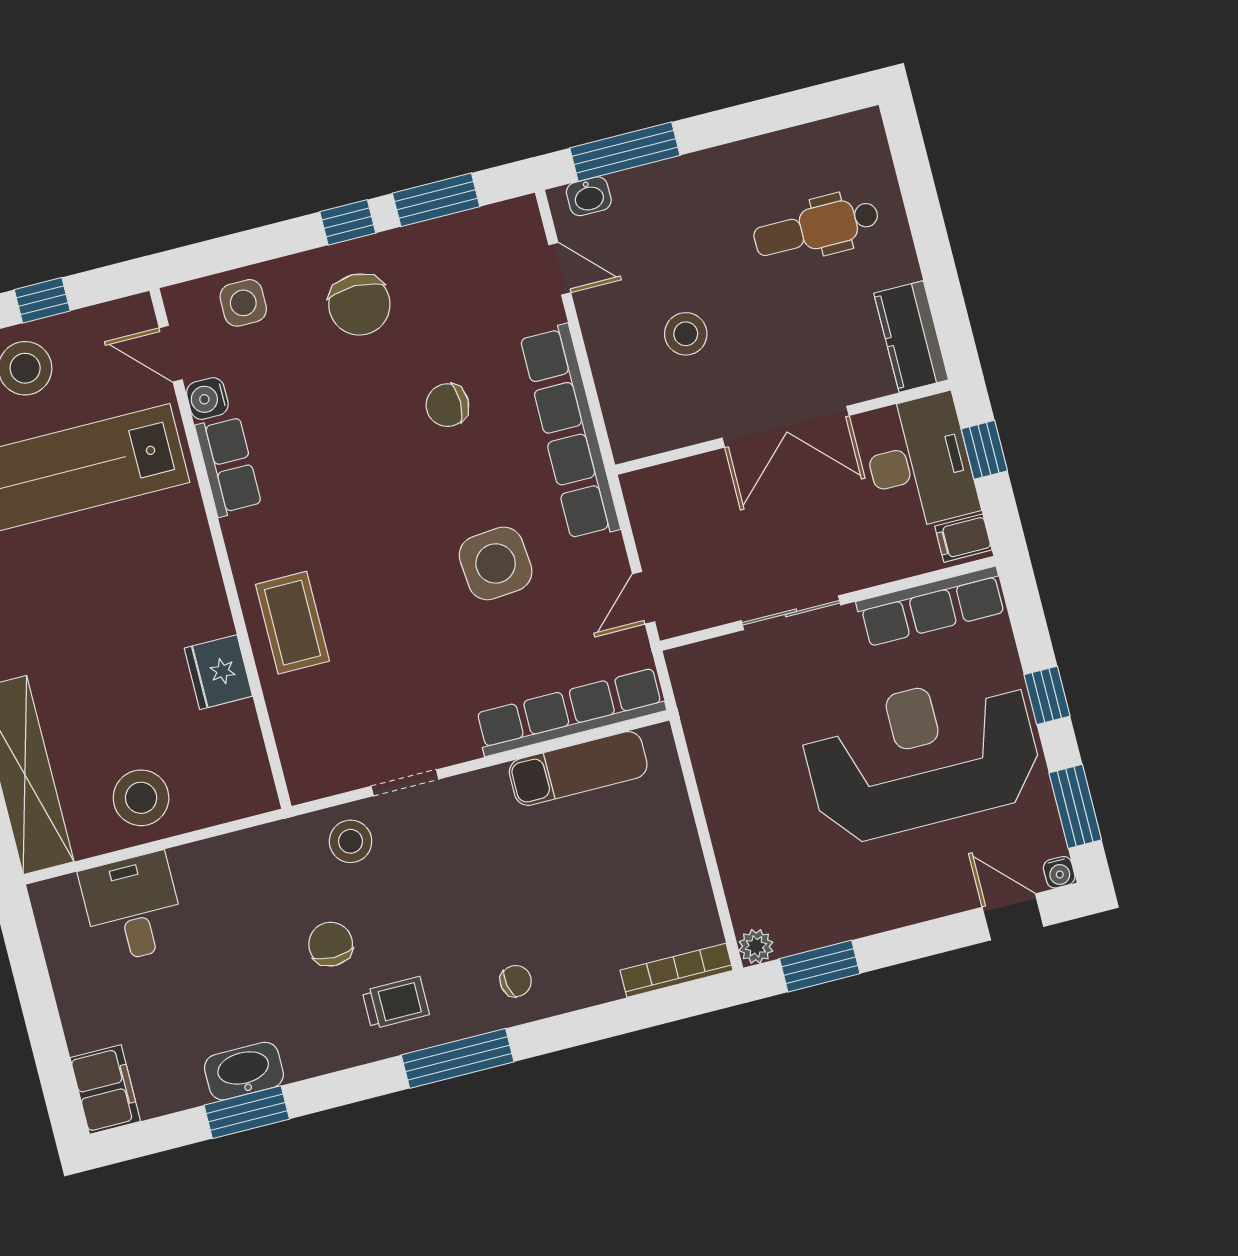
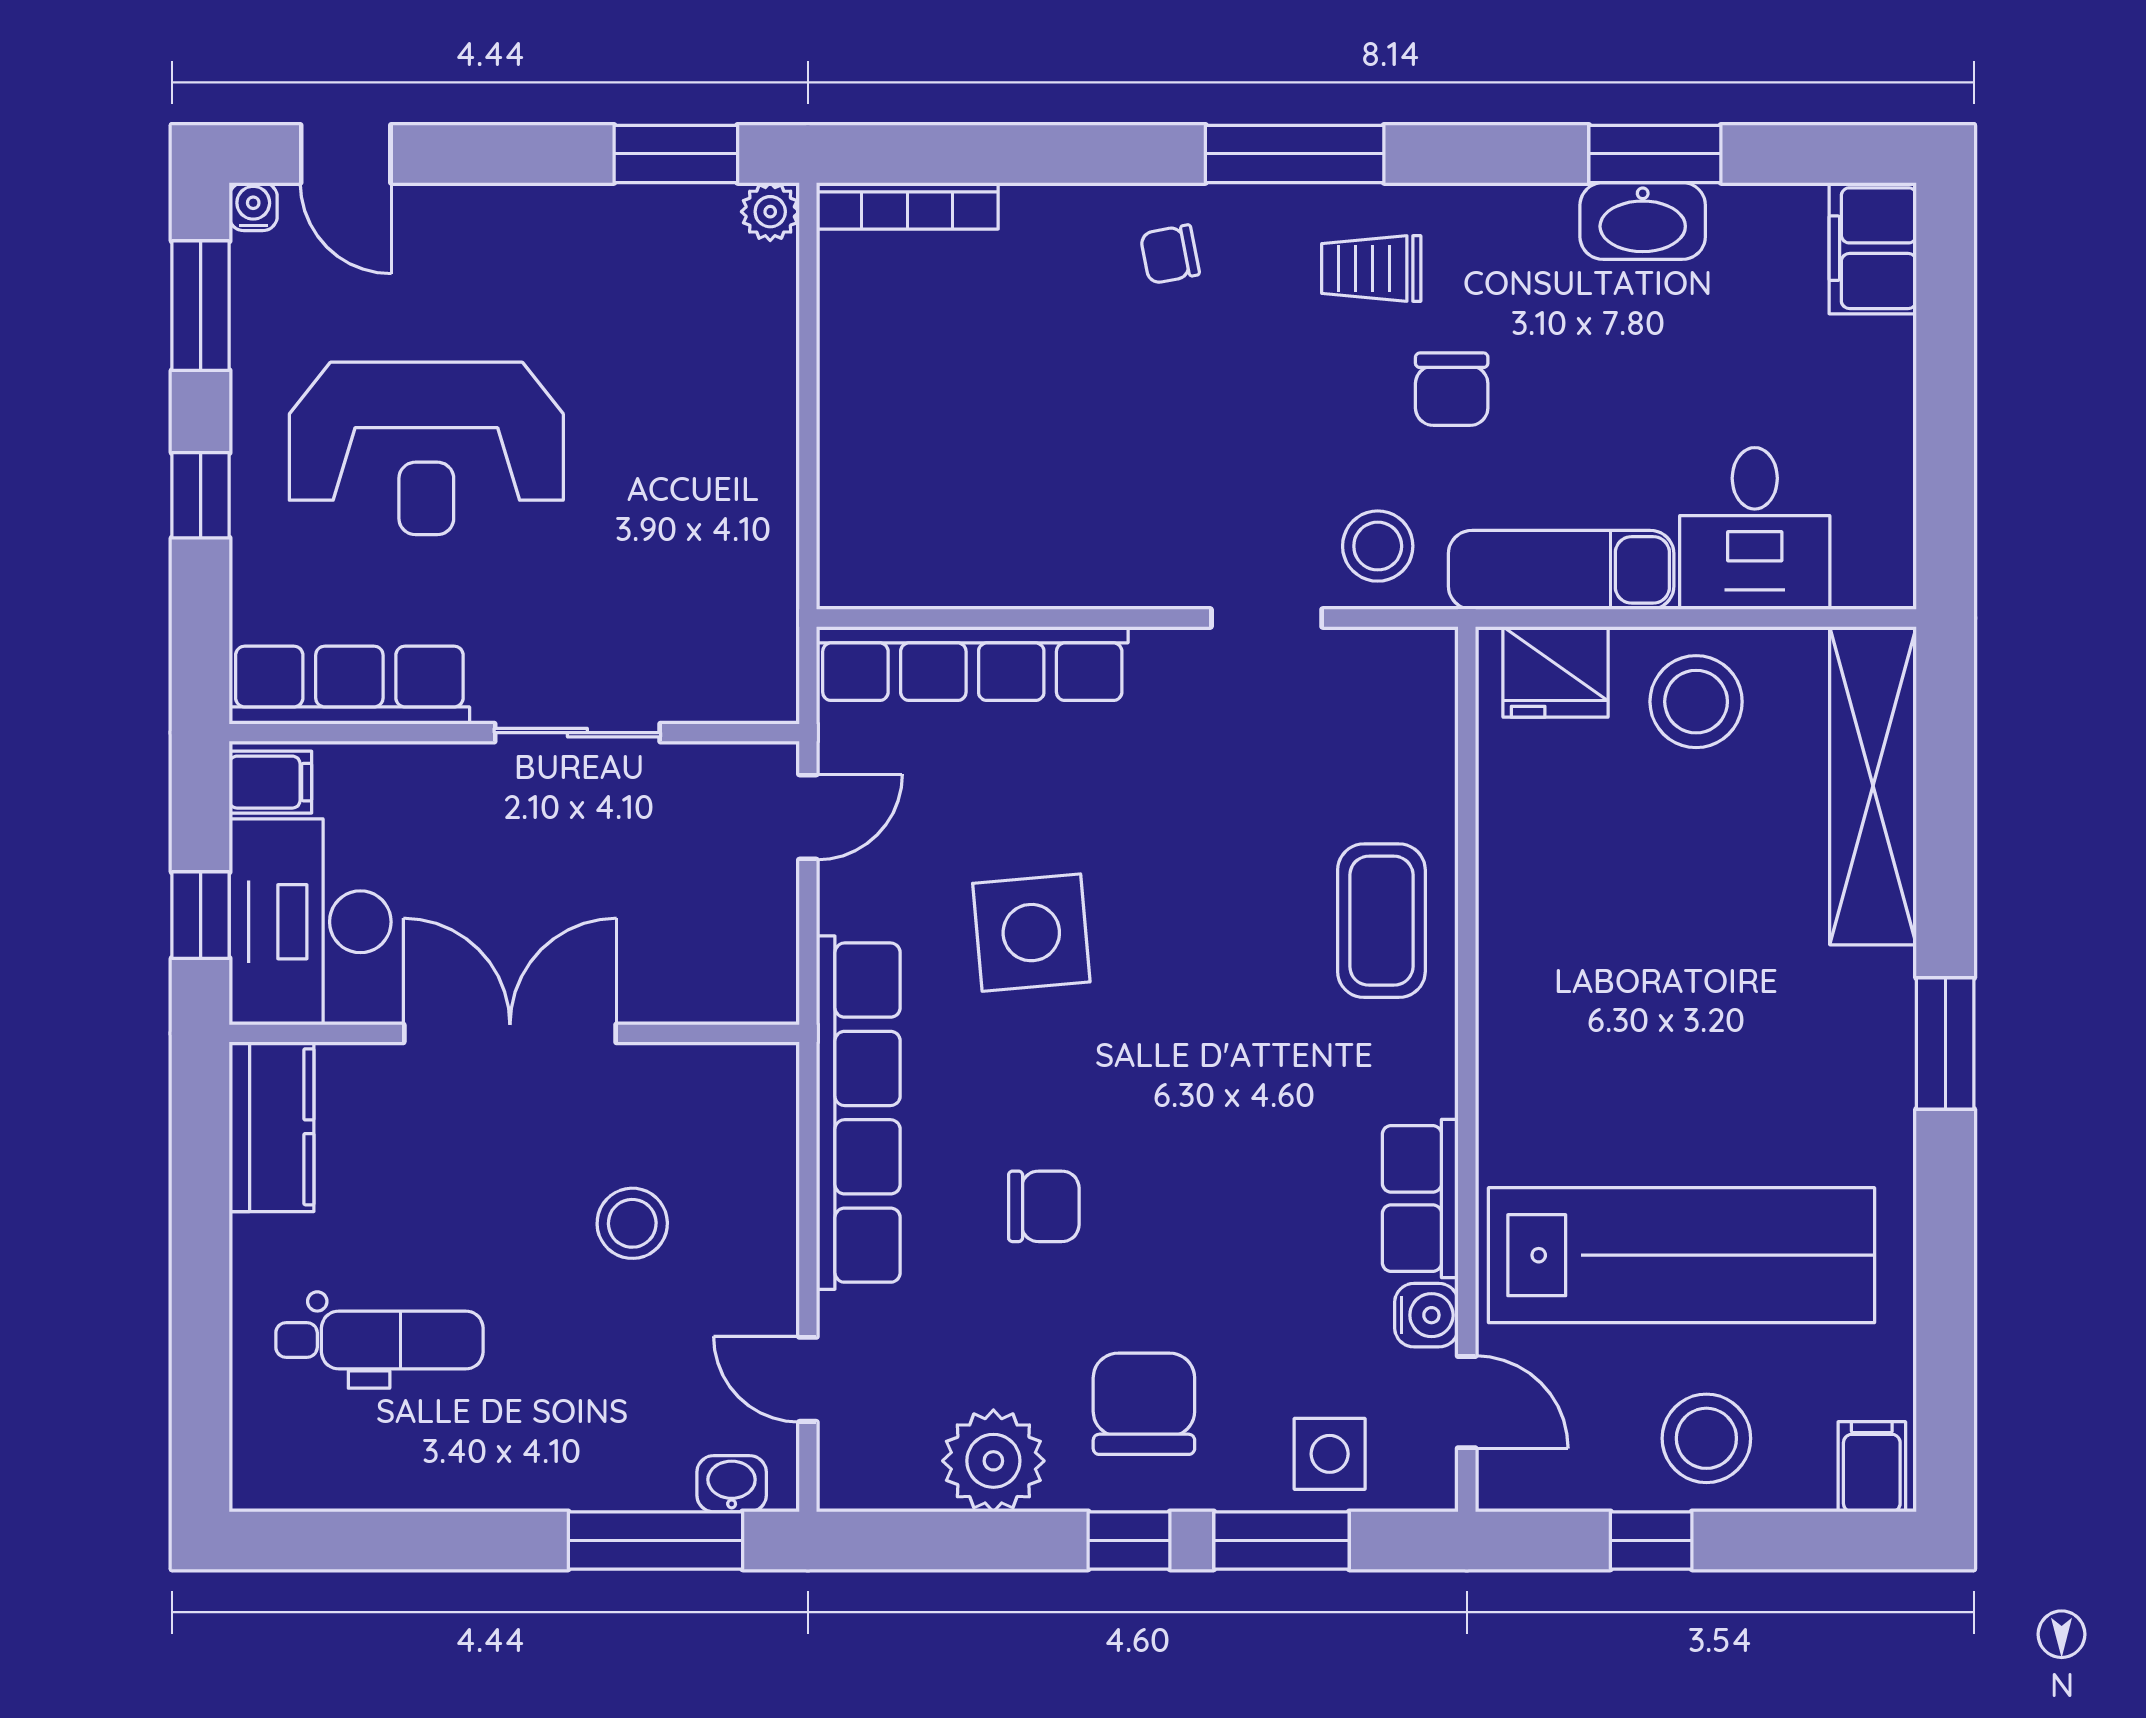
window: (436, 200) -> (1282, 1540), moved
plant: (439, 249) -> (993, 1461), added
fridge: (218, 672) -> (1556, 672), moved, turned 90
reception desk: (922, 757) -> (426, 448), width x0.74, depth x0.77
exam couch: (578, 768) -> (1561, 570), moved

